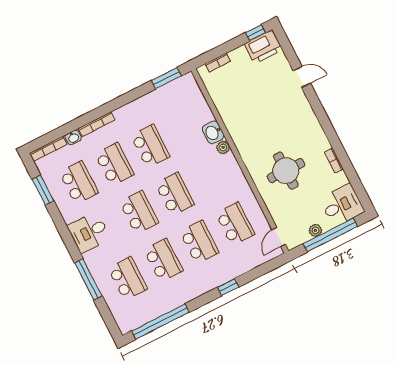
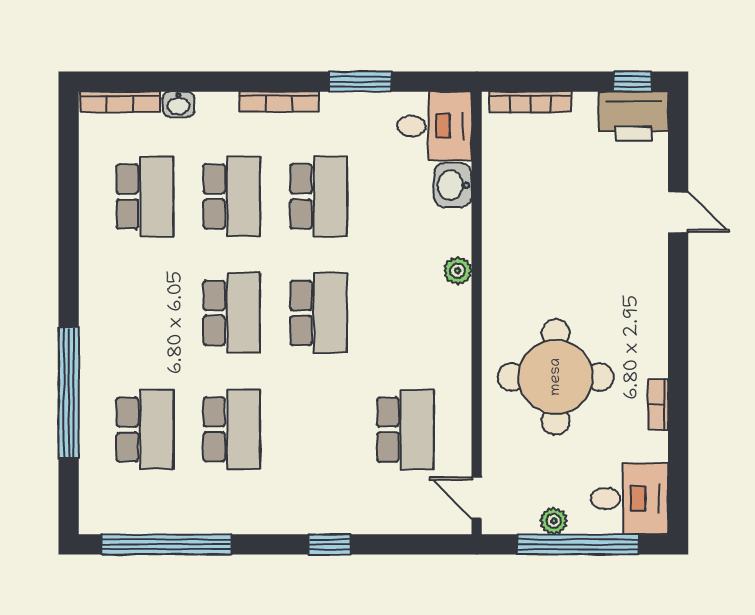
bookcase: (218, 62) -> (531, 102), width x1.56
window: (166, 78) -> (360, 82), moved
bookcase: (97, 124) -> (279, 102), moved
washbasin: (213, 132) -> (453, 185), moved
round table: (286, 171) -> (556, 377), width x1.36, depth x1.36
window: (43, 190) -> (69, 176), removed
desk: (89, 232) -> (435, 126), moved, turned 180
door: (279, 237) -> (477, 498), hinge flipped
school desk: (199, 242) -> (319, 430), removed
window: (88, 279) -> (69, 393), width x1.46

